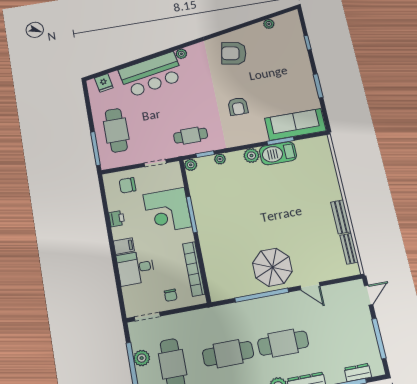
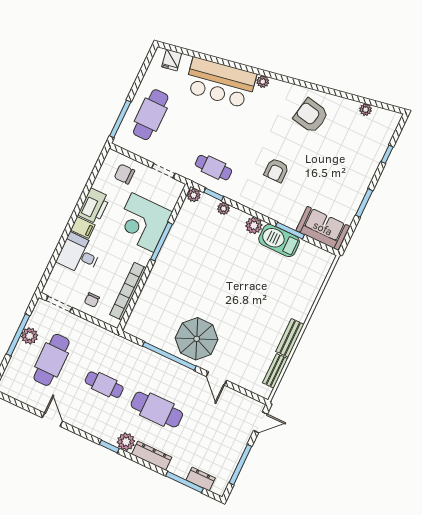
sofa: (295, 124) -> (323, 228), width x0.73
printer: (117, 219) -> (94, 206), width x1.87, depth x1.48
cafe table: (228, 354) -> (104, 385), width x0.73, depth x0.74

